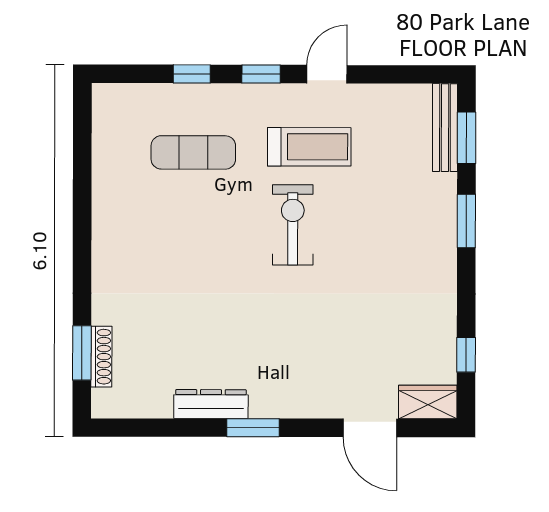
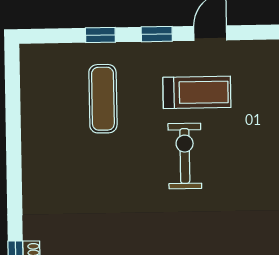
exercise mat: (193, 152) -> (103, 99), turned 90

